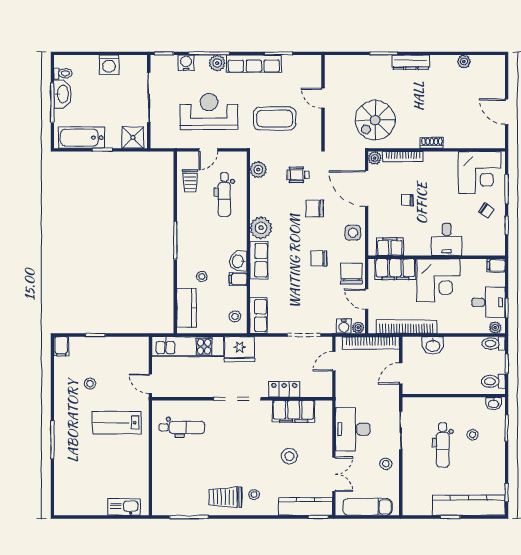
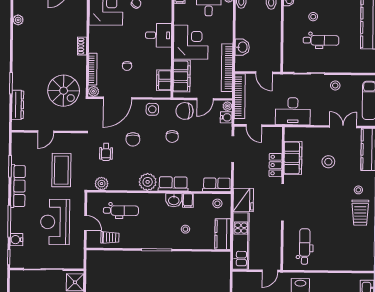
dresser: (411, 62) -> (18, 105), moved
plant: (217, 63) -> (17, 215), removed
kitchen counter: (187, 308) -> (223, 234), moved, turned -90
desk: (353, 429) -> (293, 111), moved

